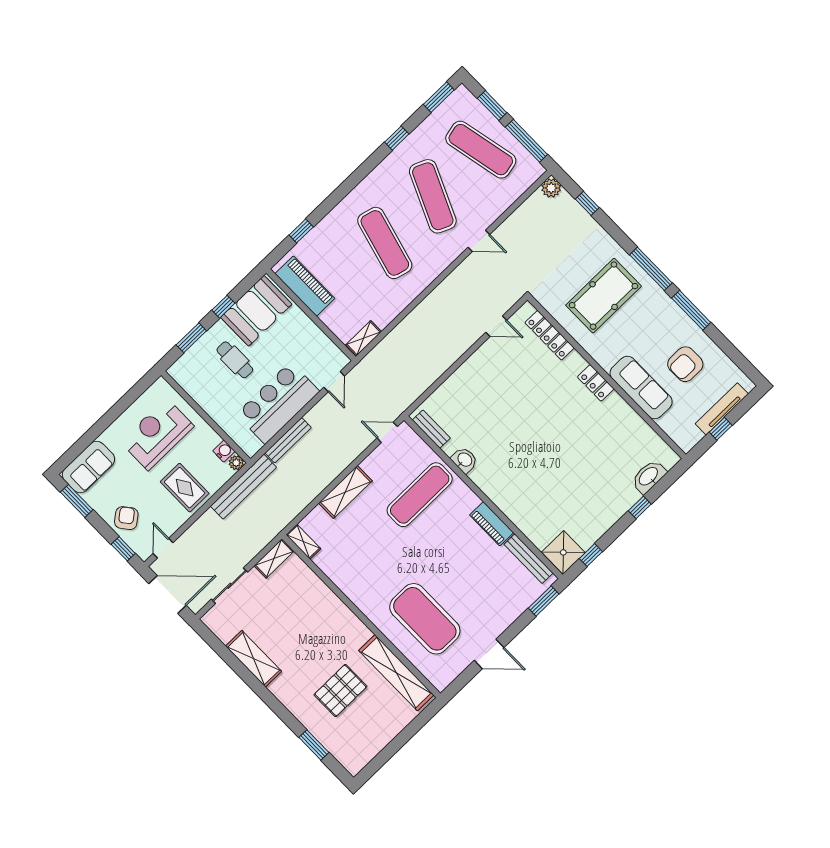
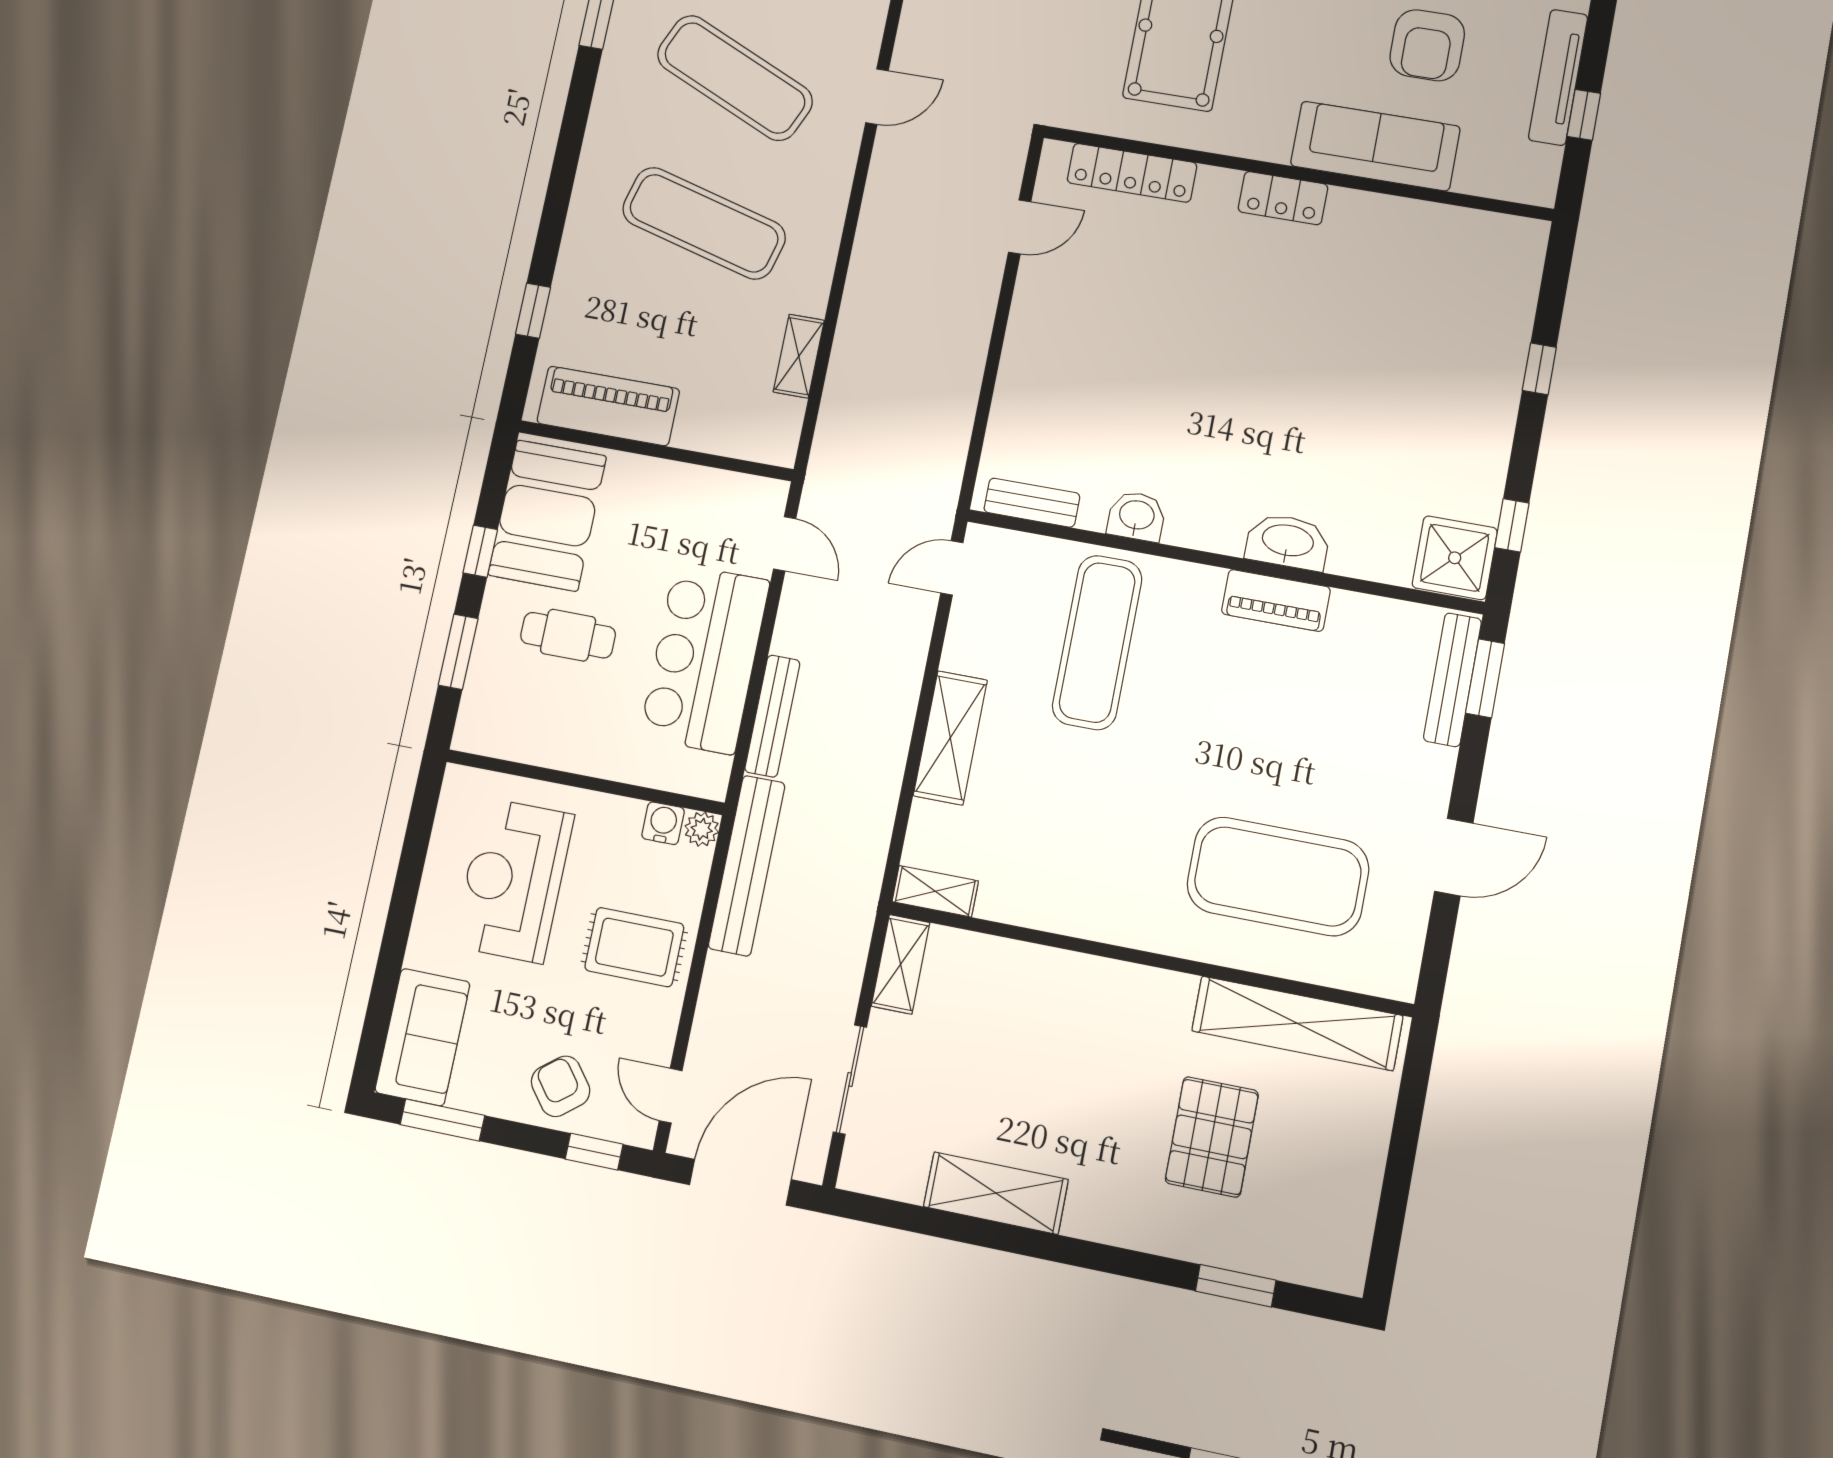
shelving: (364, 338) -> (799, 356), moved
washbasin: (649, 477) -> (1288, 542), moved, turned 90
bench: (528, 559) -> (1452, 680), moved, turned 90

